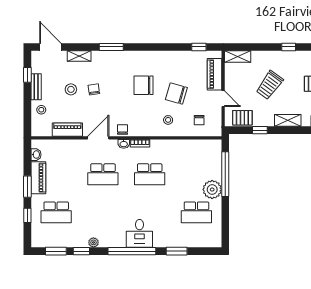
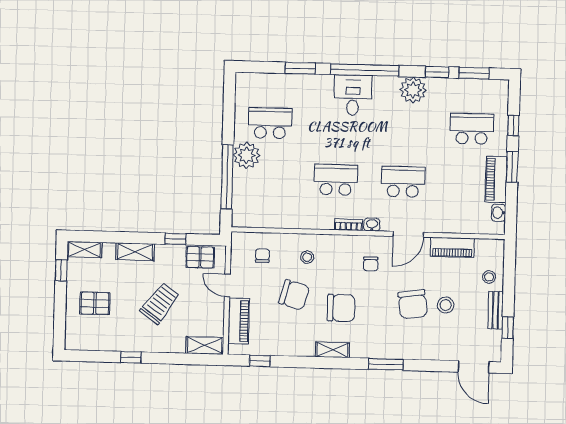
shelving: (79, 56) -> (332, 350), moved
chair: (94, 89) -> (413, 304), width x1.87, depth x1.87
chair: (122, 130) -> (371, 264), moved
plant: (93, 242) -> (413, 90), width x1.88, depth x1.88

